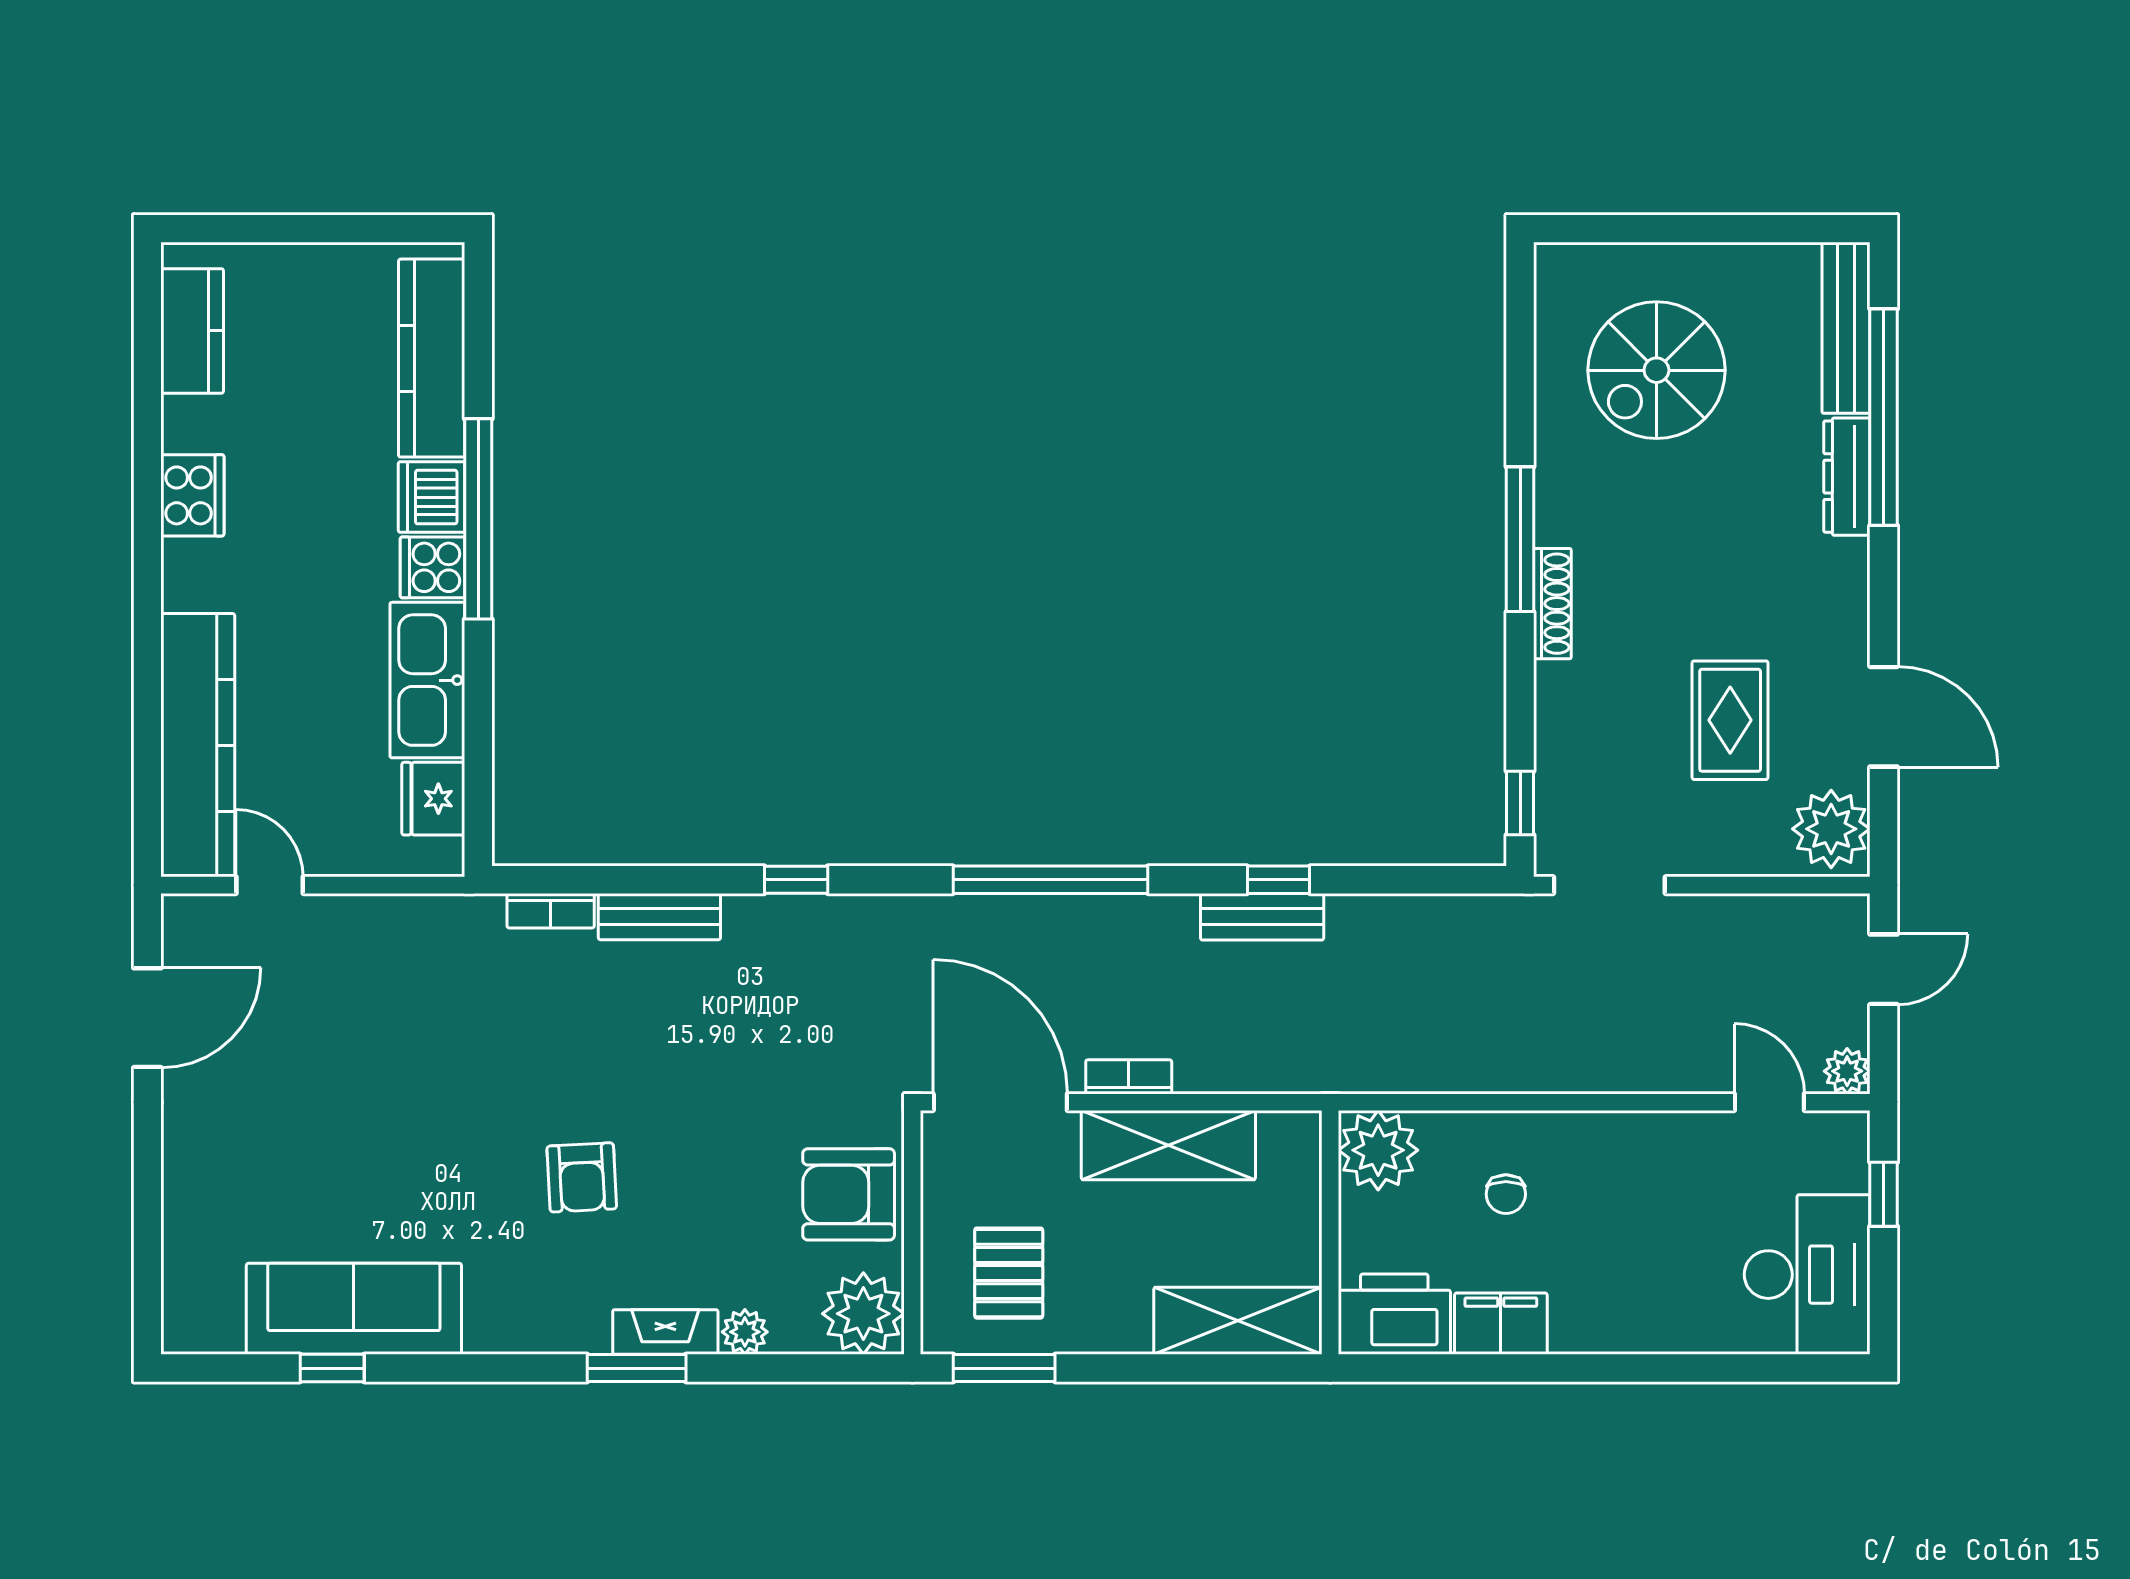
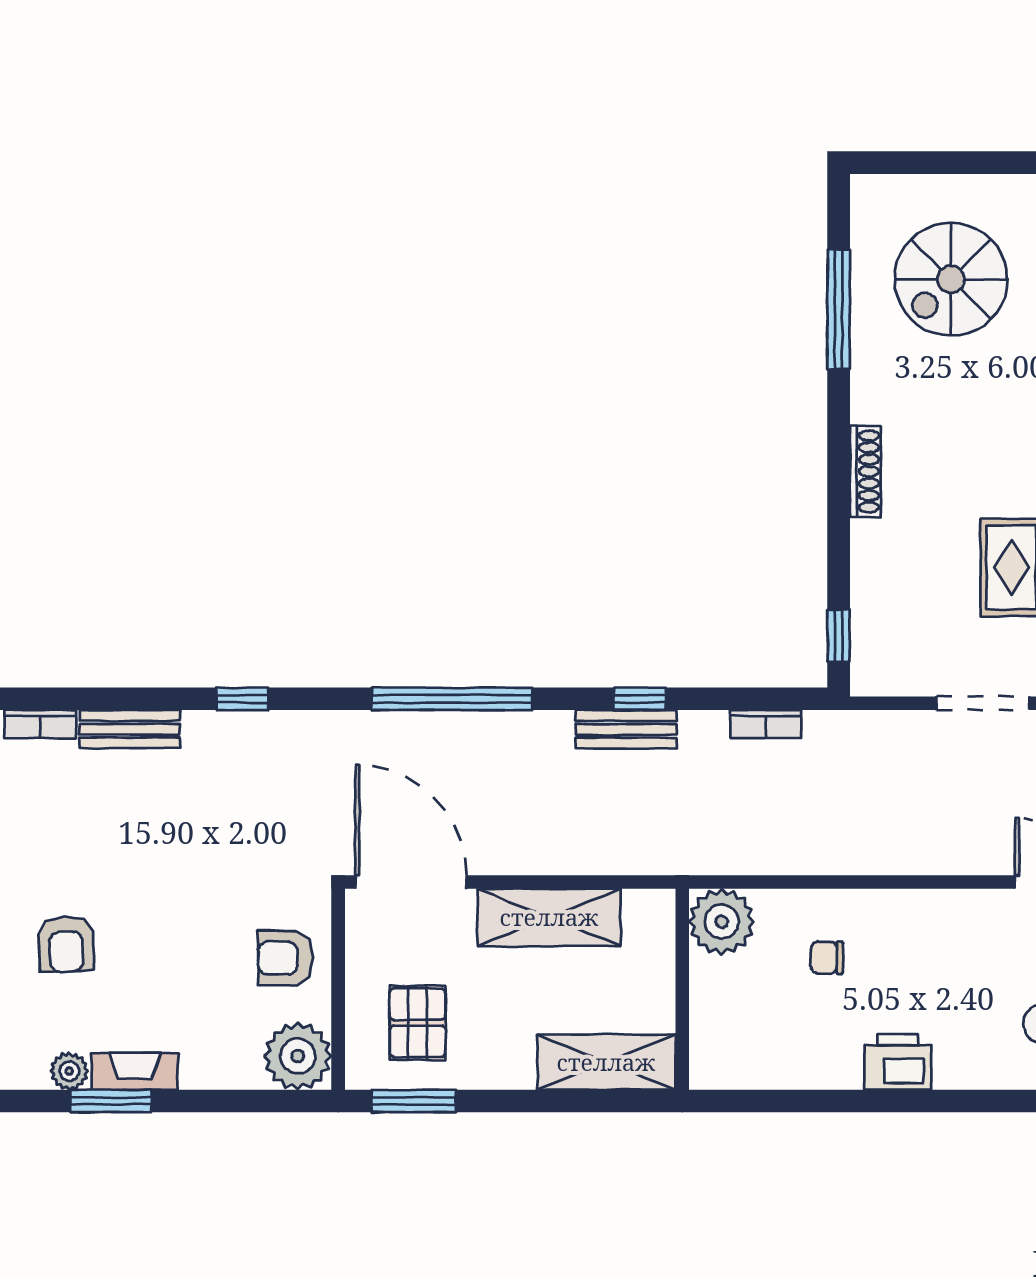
window: (1520, 539) -> (839, 309), moved
doorway: (1609, 885) -> (983, 703), moved
bookcase: (1129, 1077) -> (766, 724), moved, turned 180
armchair: (849, 1194) -> (286, 958), width x0.72, depth x0.72
chair: (1506, 1194) -> (827, 958), turned 90
printer: (1394, 1314) -> (898, 1062), moved, width x0.73, depth x0.84
filing cabinet: (1501, 1324) -> (823, 1064), removed
plant: (745, 1332) -> (69, 1071), moved

